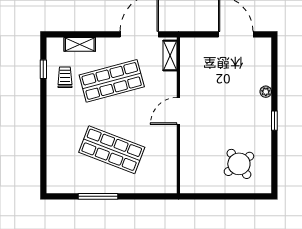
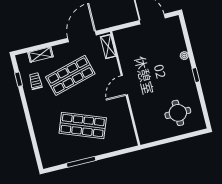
round table: (239, 164) -> (178, 113), turned 36

